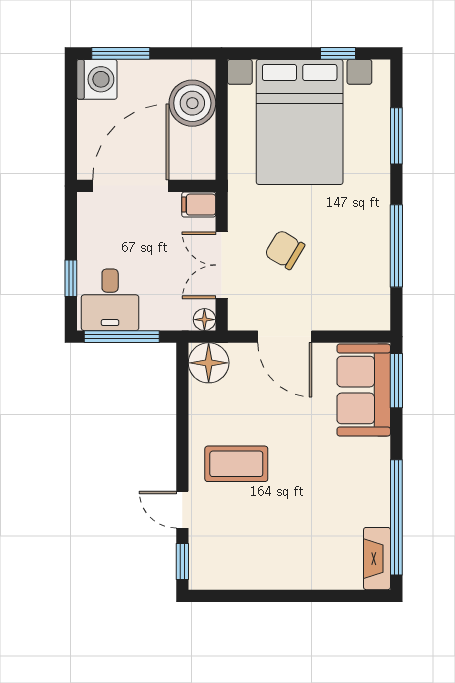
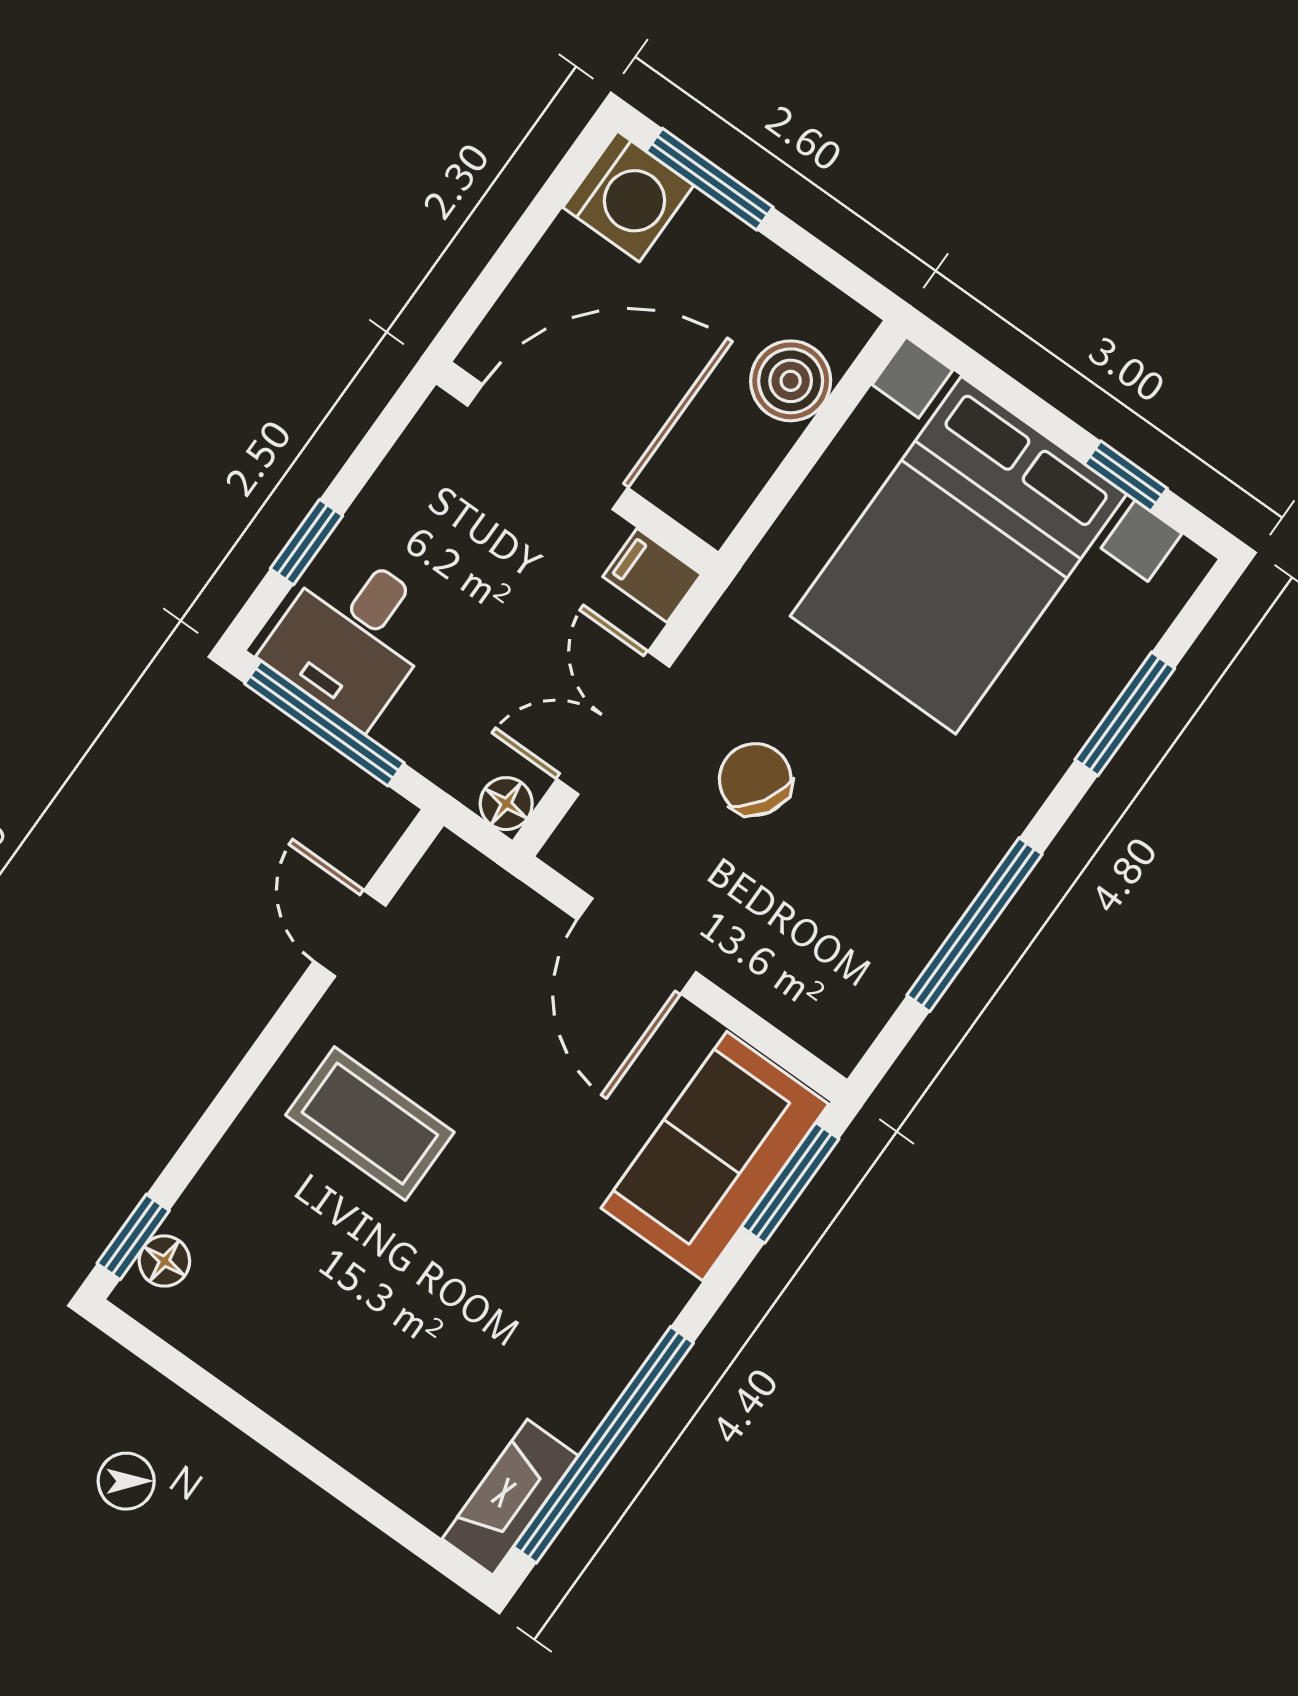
boiler: (192, 103) -> (791, 381), width x0.73, depth x0.73
floor lamp: (209, 363) -> (164, 1261), moved, width x0.53, depth x0.53
door: (182, 510) -> (350, 933), moved

